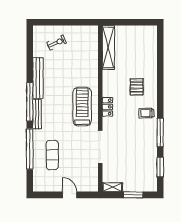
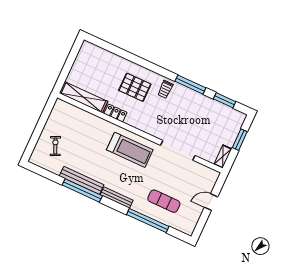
pallet: (137, 87) -> (135, 87), width x1.50, depth x1.42
window: (30, 102) -> (82, 190), moved
treadmill: (82, 107) -> (130, 150), turned 180
locker: (107, 107) -> (115, 113), moved

